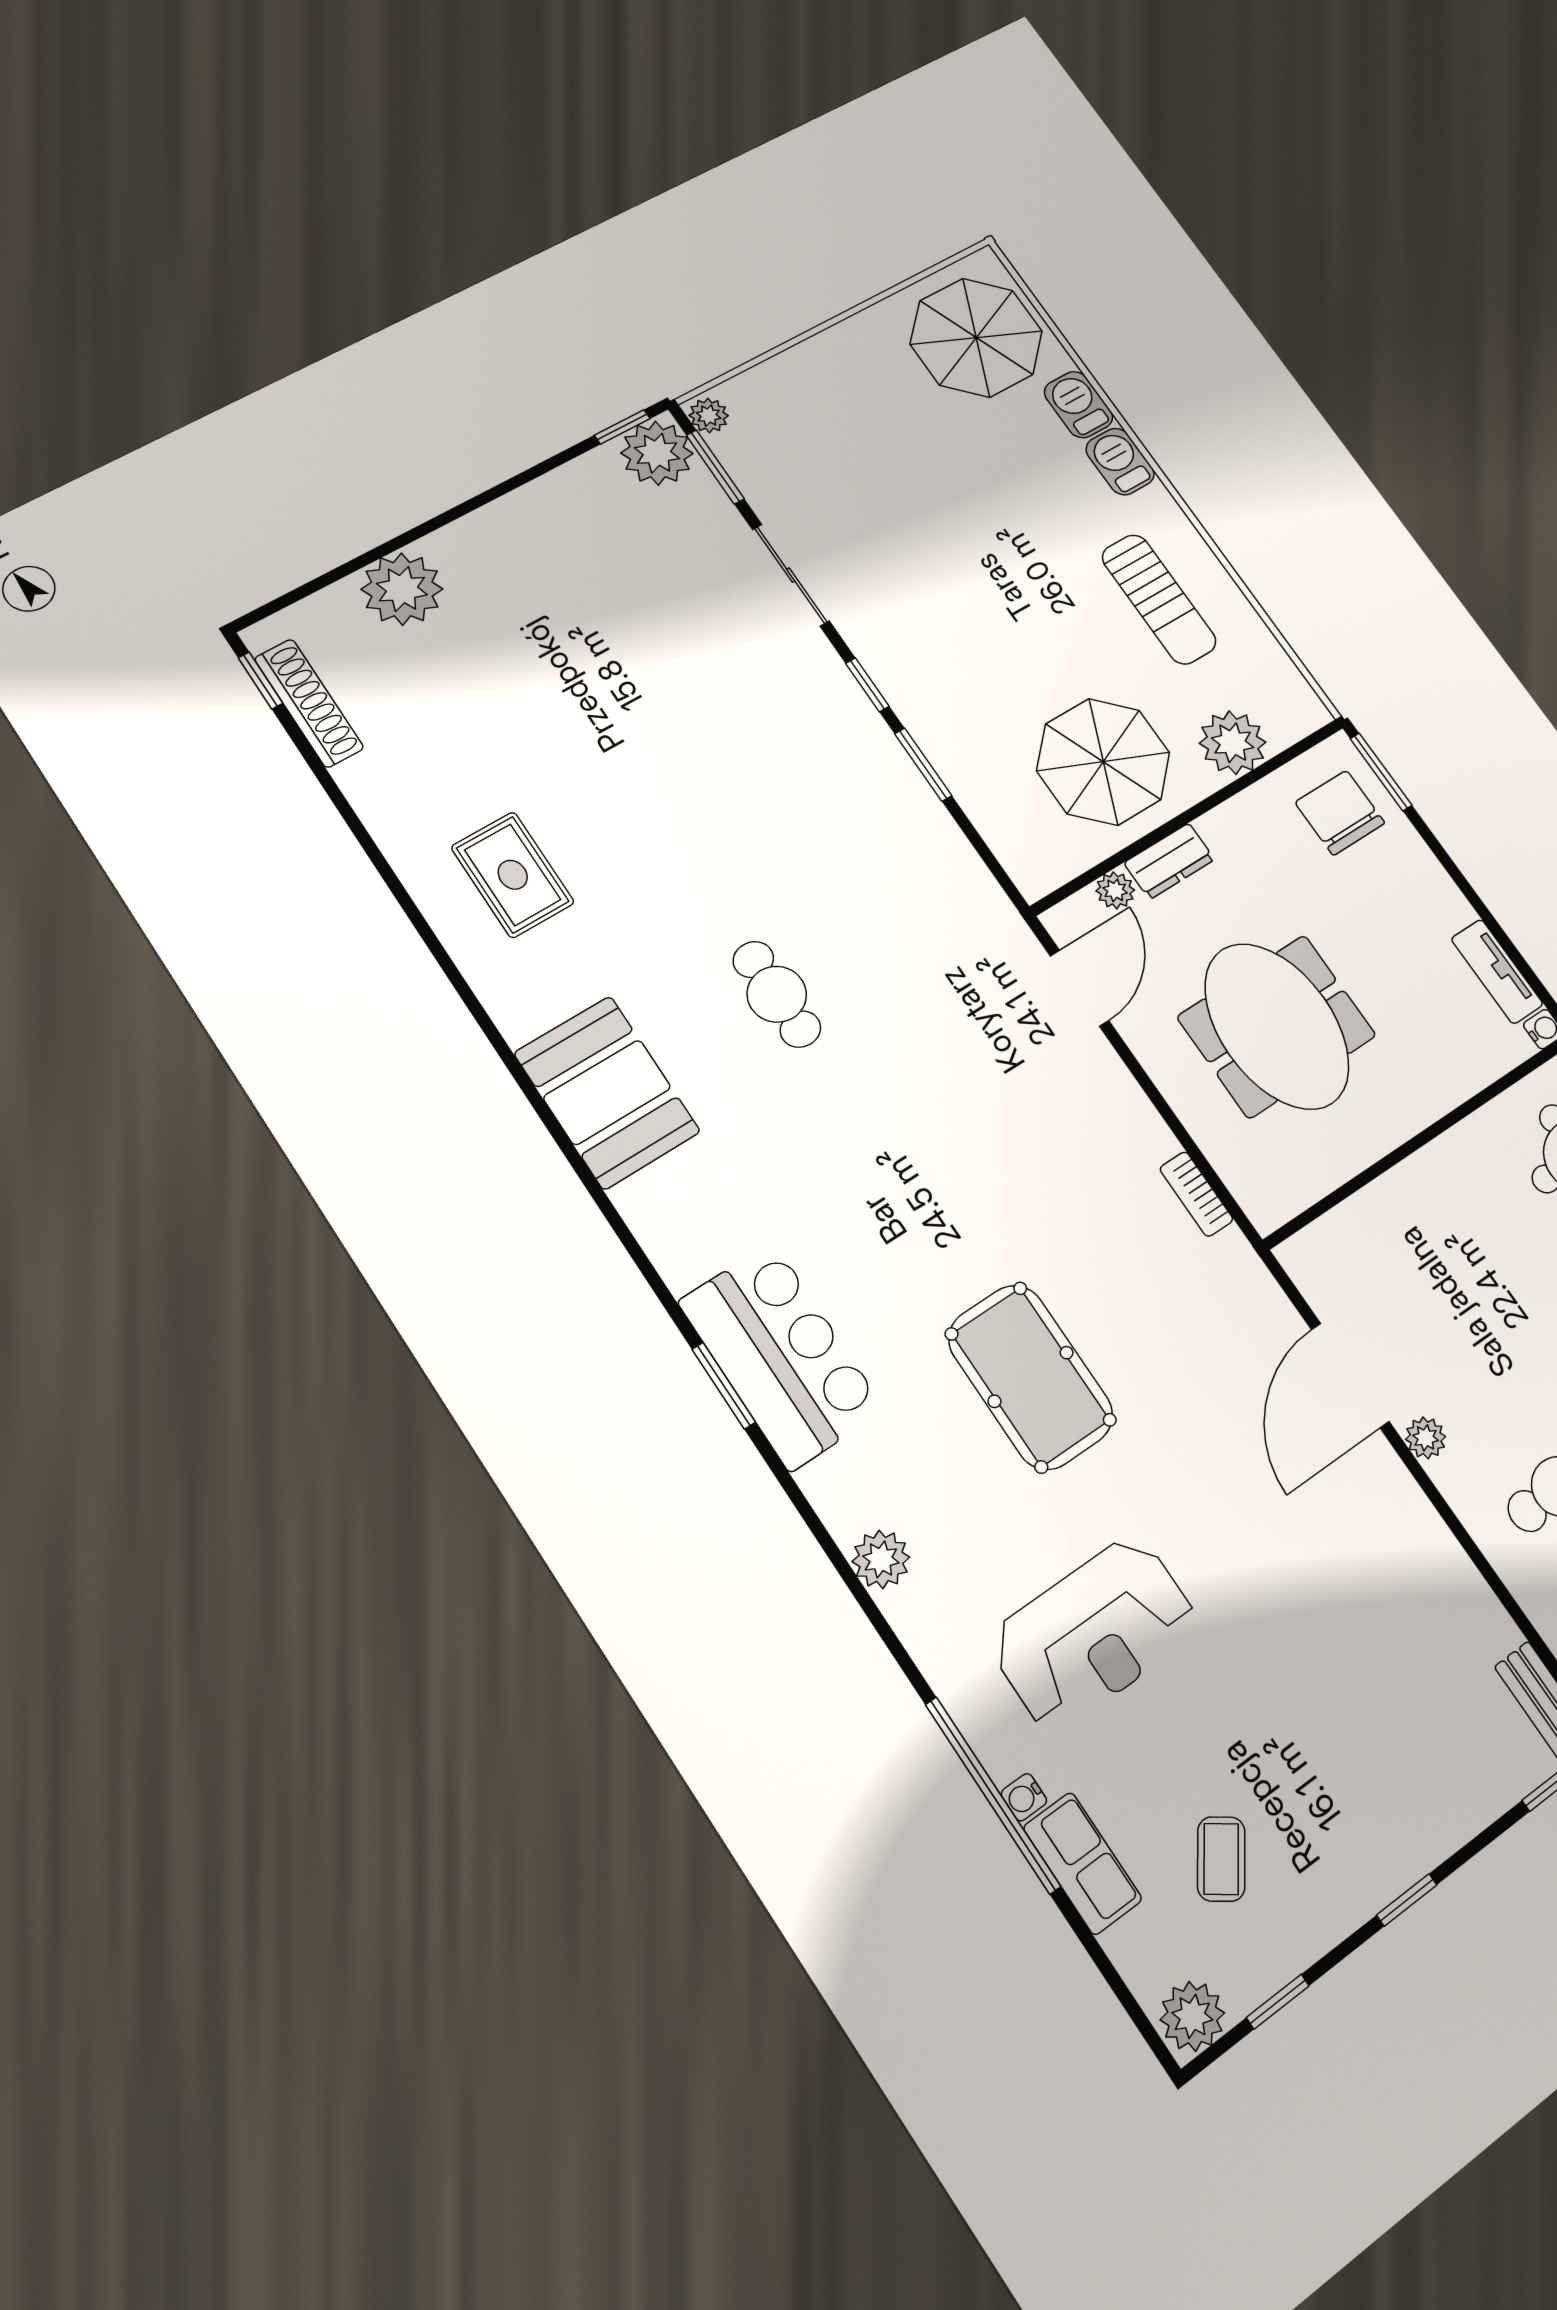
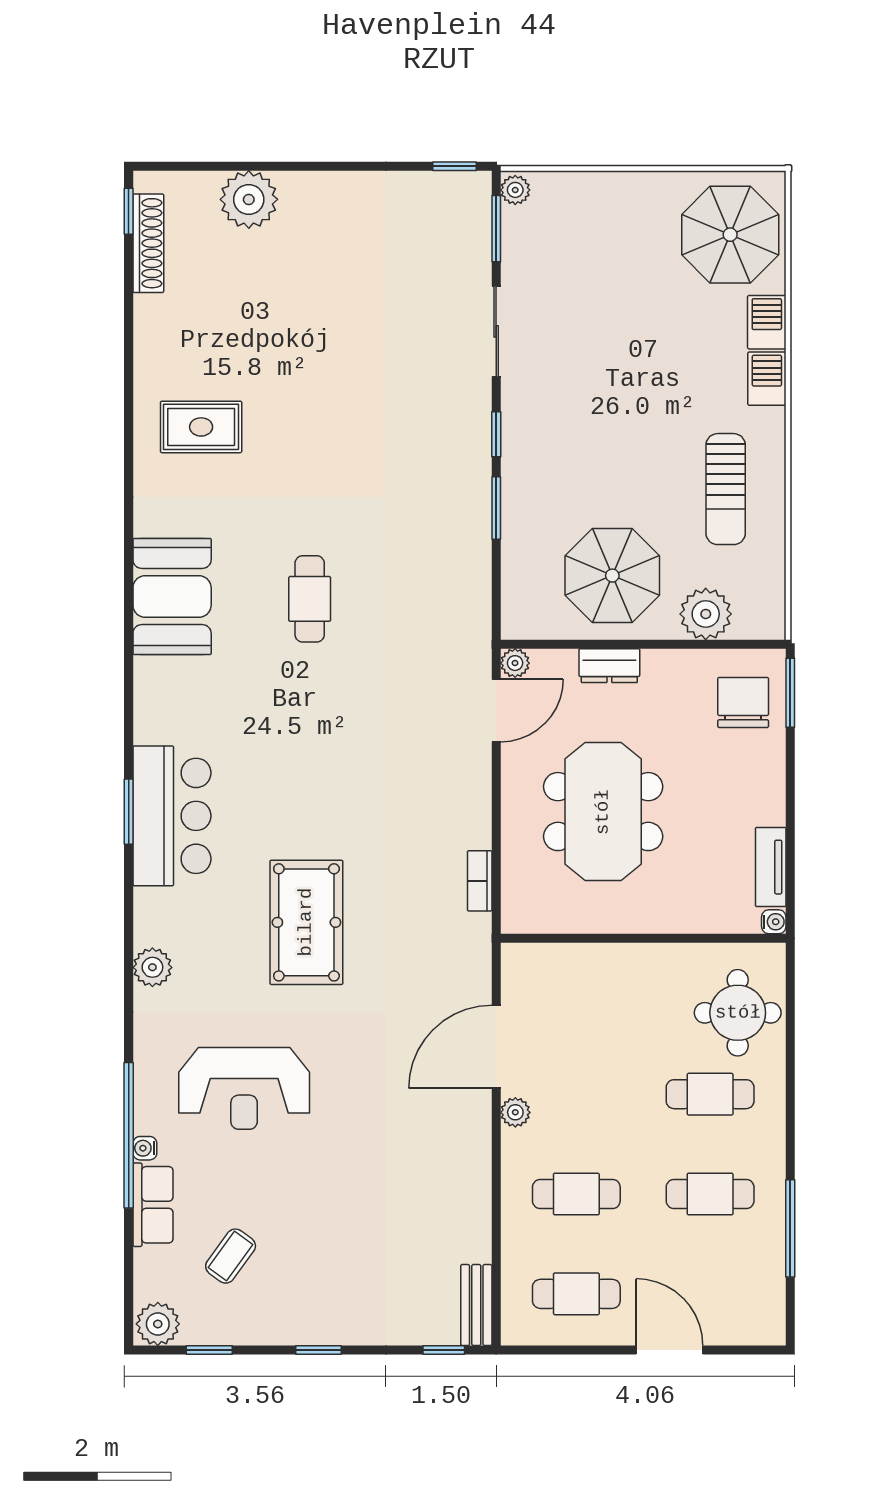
plant: (657, 453) -> (465, 197), removed
rug: (513, 875) -> (201, 427), turned 90
plant: (1115, 890) -> (515, 663), moved

